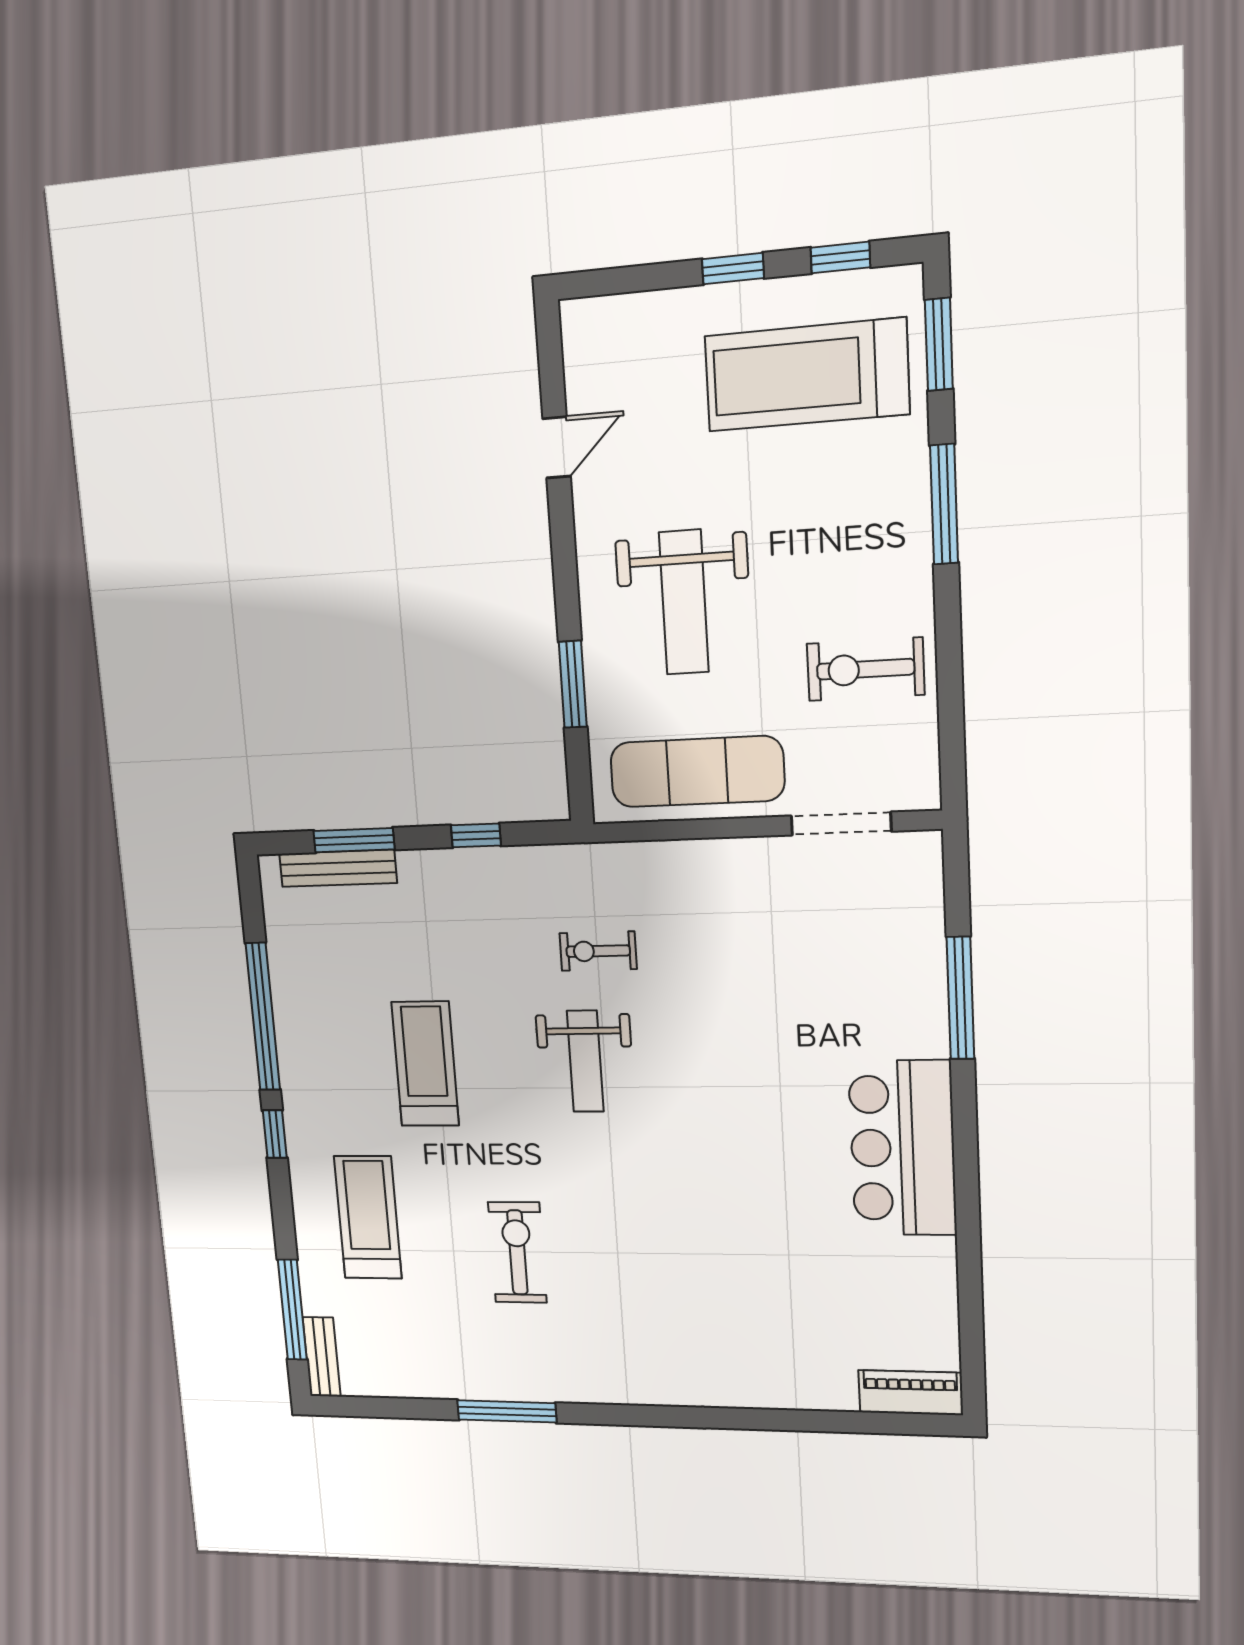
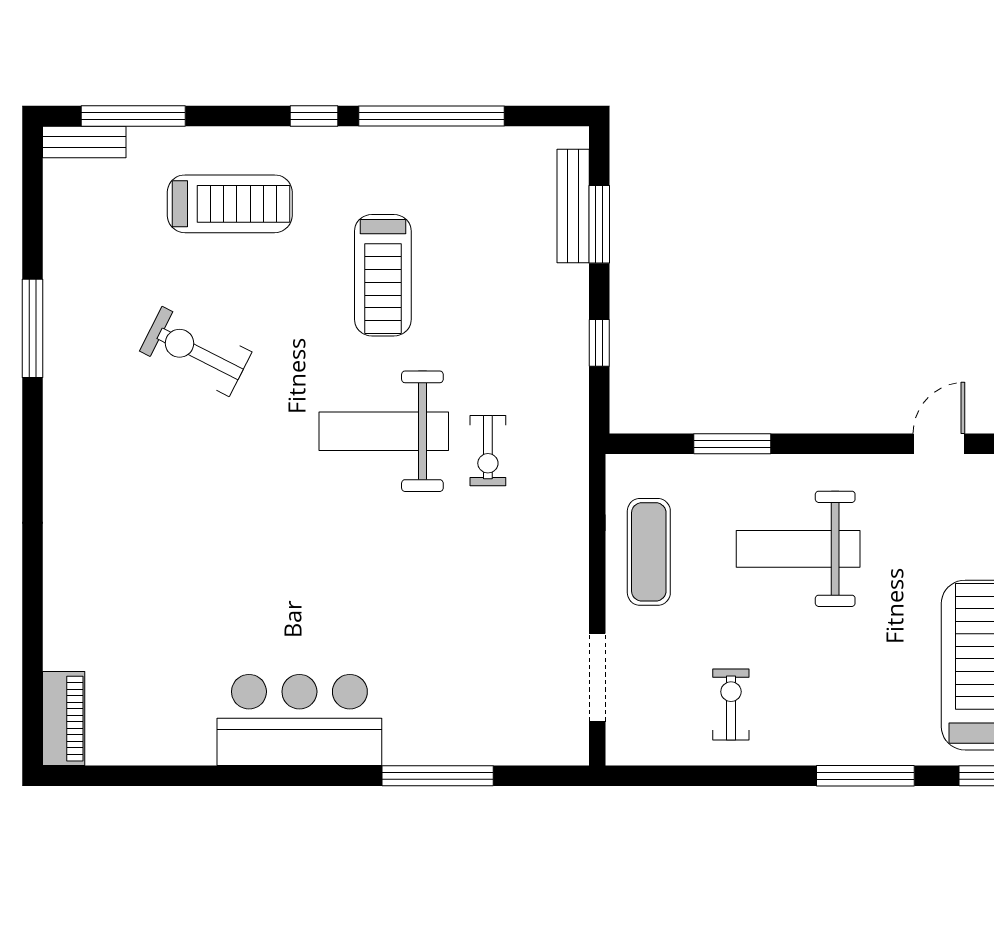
door: (557, 447) -> (939, 444), swing flipped
exercise bike: (866, 669) -> (731, 704), width x0.73, depth x0.72
exercise mat: (697, 772) -> (649, 552), width x0.73, depth x0.69
exercise bike: (598, 951) -> (488, 451), turned 180
weight bench: (585, 1061) -> (384, 431), width x1.36, depth x1.33
treadmill: (425, 1064) -> (383, 275), turned 90
exercise bike: (517, 1252) -> (196, 352), turned -153

